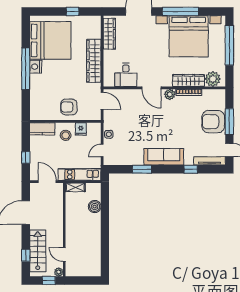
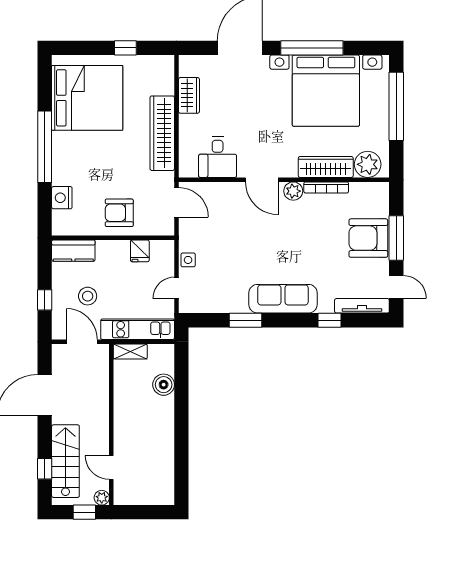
wardrobe: (109, 34) -> (189, 95), width x0.67
nightstand: (36, 67) -> (62, 198), moved
stool: (66, 135) -> (88, 296), moved

